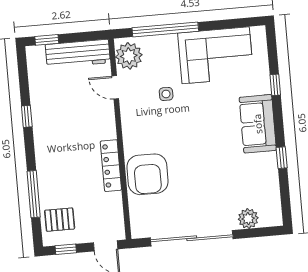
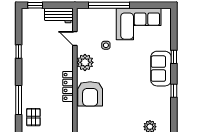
workbench: (78, 54) -> (59, 16), width x0.73
plant: (129, 56) -> (85, 62), moved
window: (275, 85) -> (174, 57), moved
pallet: (60, 220) -> (33, 117), turned 90

